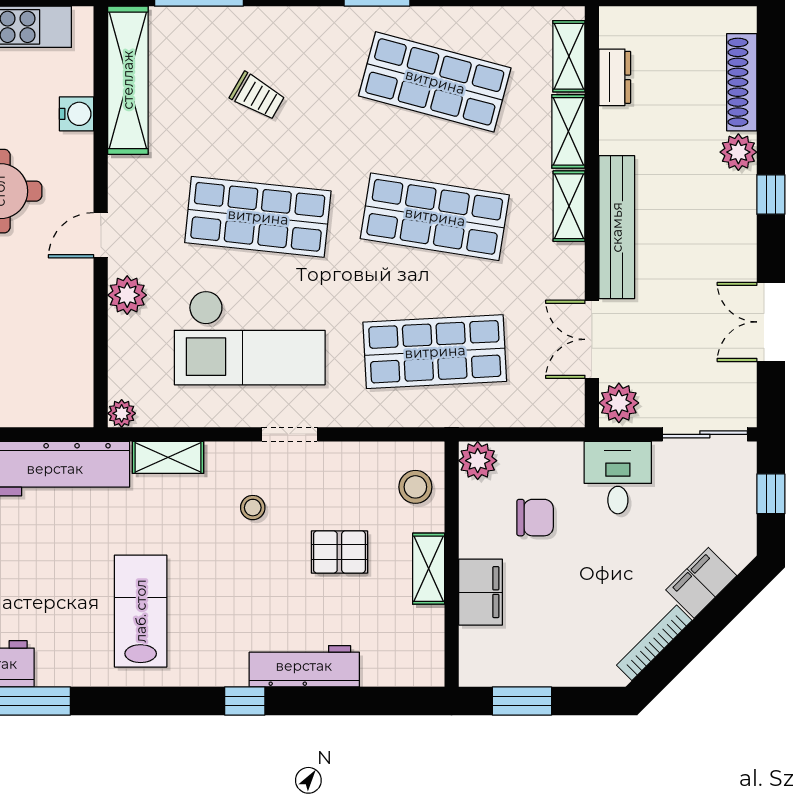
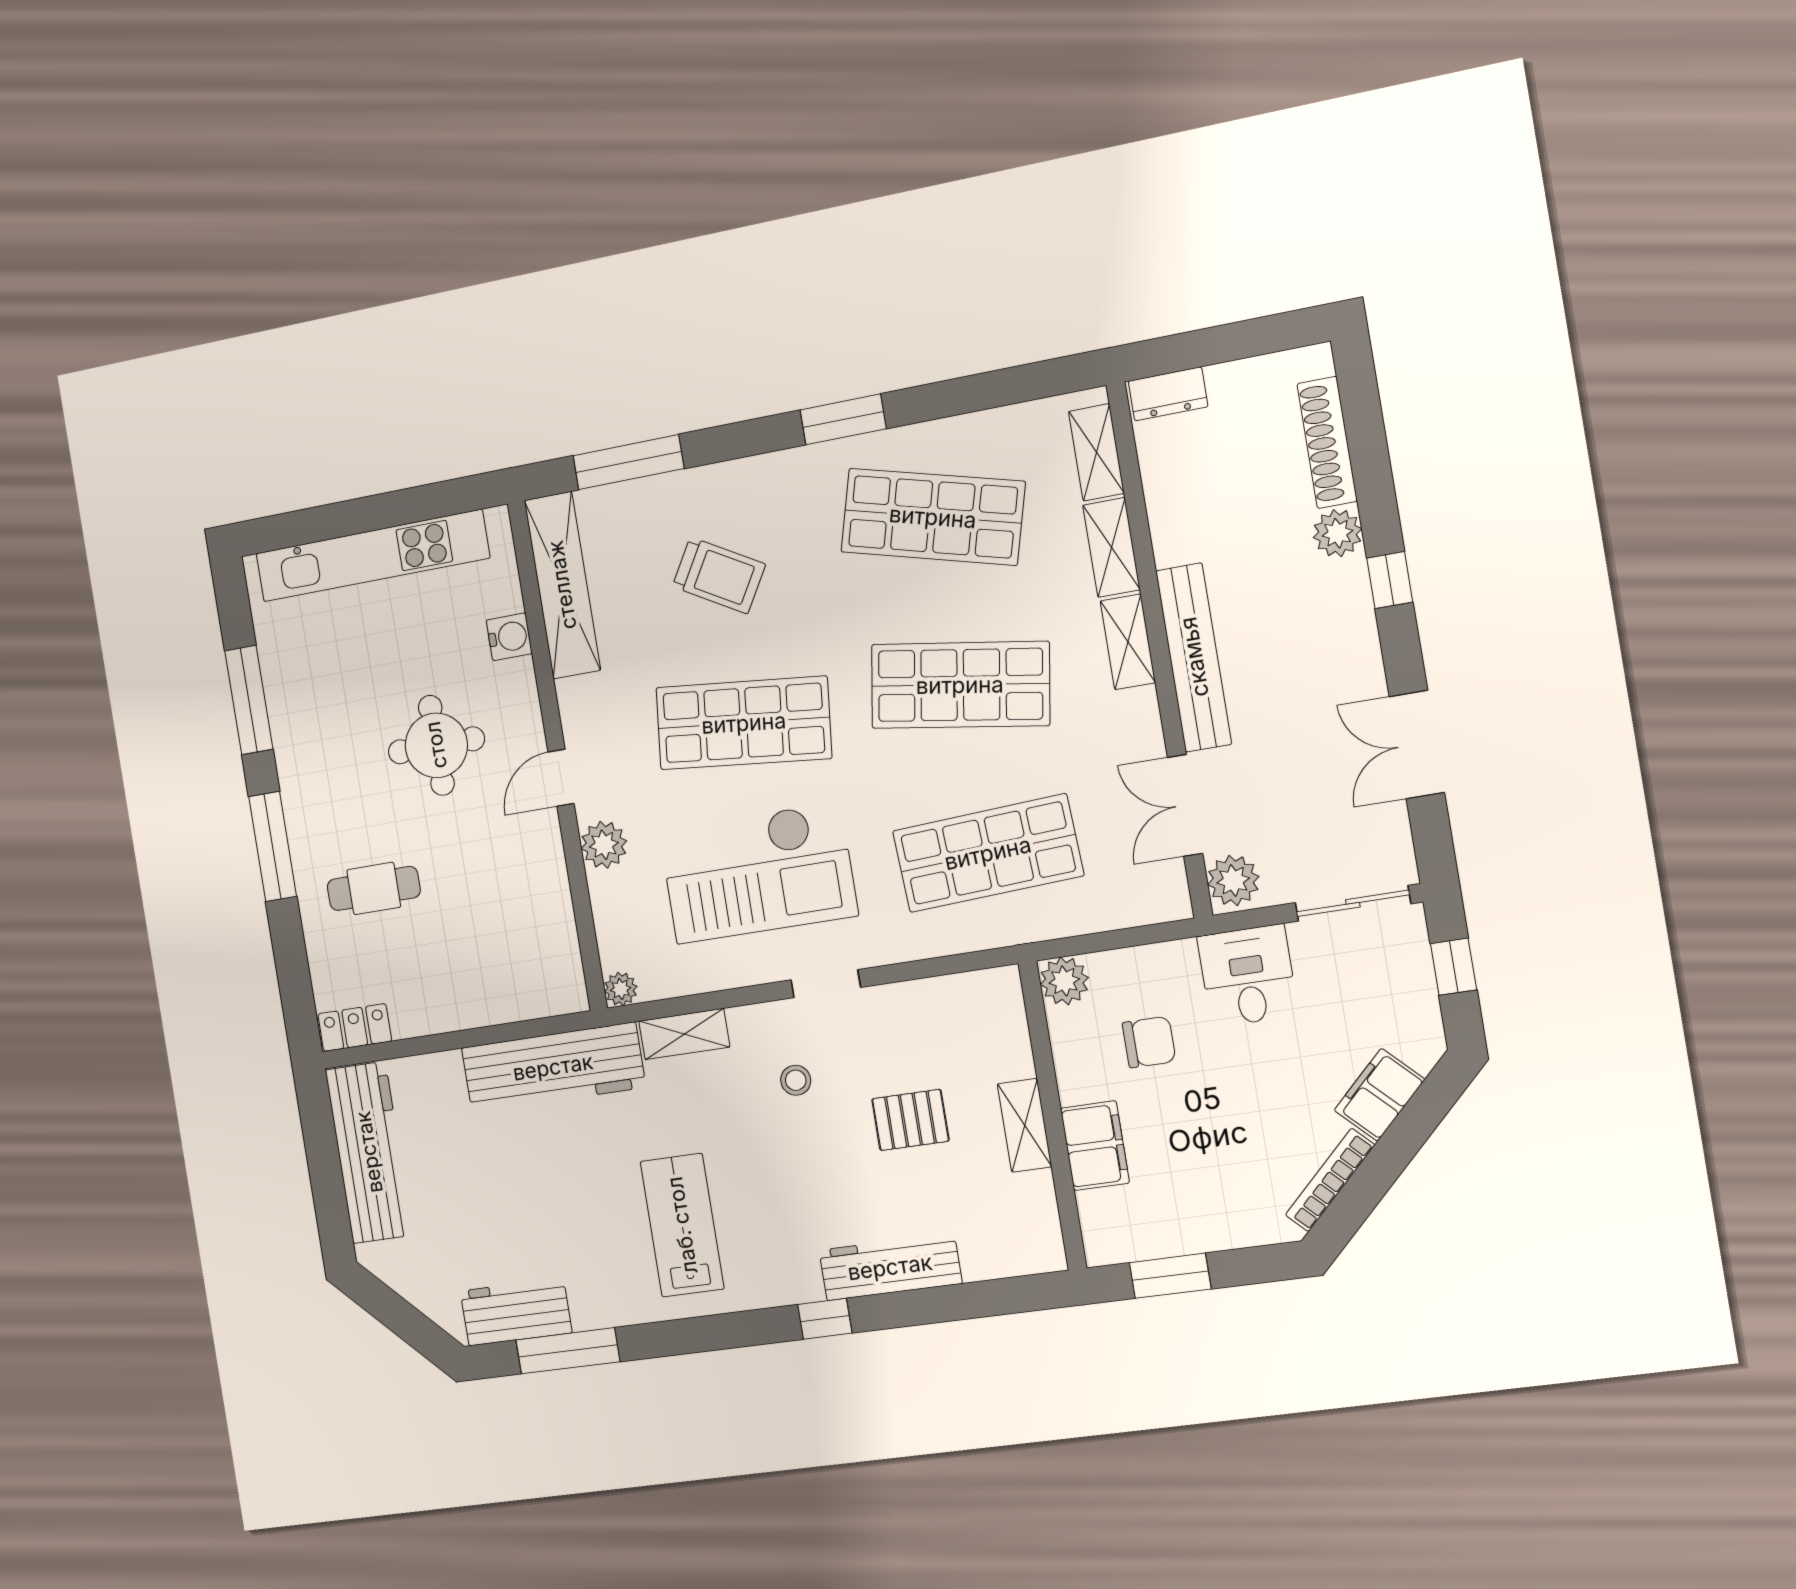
dresser: (615, 77) -> (1168, 394), moved, turned 90
trolley: (257, 96) -> (719, 575), width x1.36, depth x1.39
stool: (415, 487) -> (991, 1026), removed

